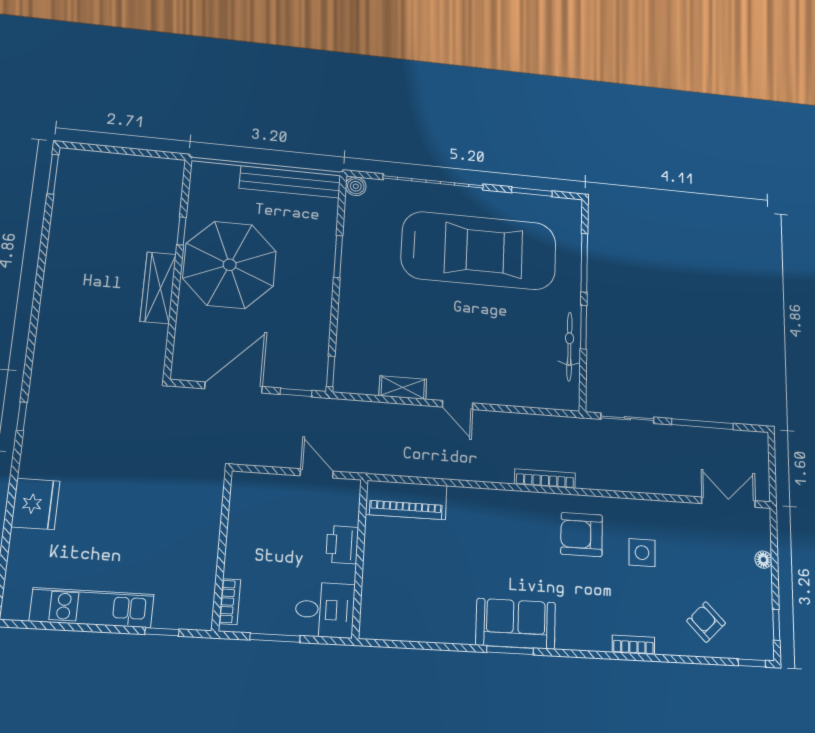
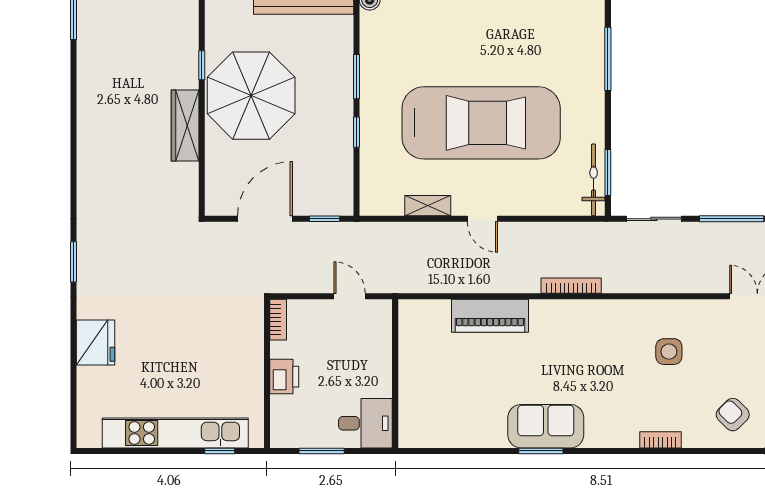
car: (479, 251) -> (481, 123), moved
window: (584, 327) -> (608, 173), moved
bicycle: (569, 347) -> (594, 180), moved
window: (331, 371) -> (356, 132), moved
window: (22, 416) -> (74, 262), width x1.50
piano: (406, 500) -> (490, 316), moved
armchair: (582, 535) -> (608, 338), removed
printer: (342, 545) -> (284, 377), moved, turned 180
bookcase: (230, 602) -> (278, 320), moved
kitchen unit: (92, 608) -> (175, 433), width x1.36

